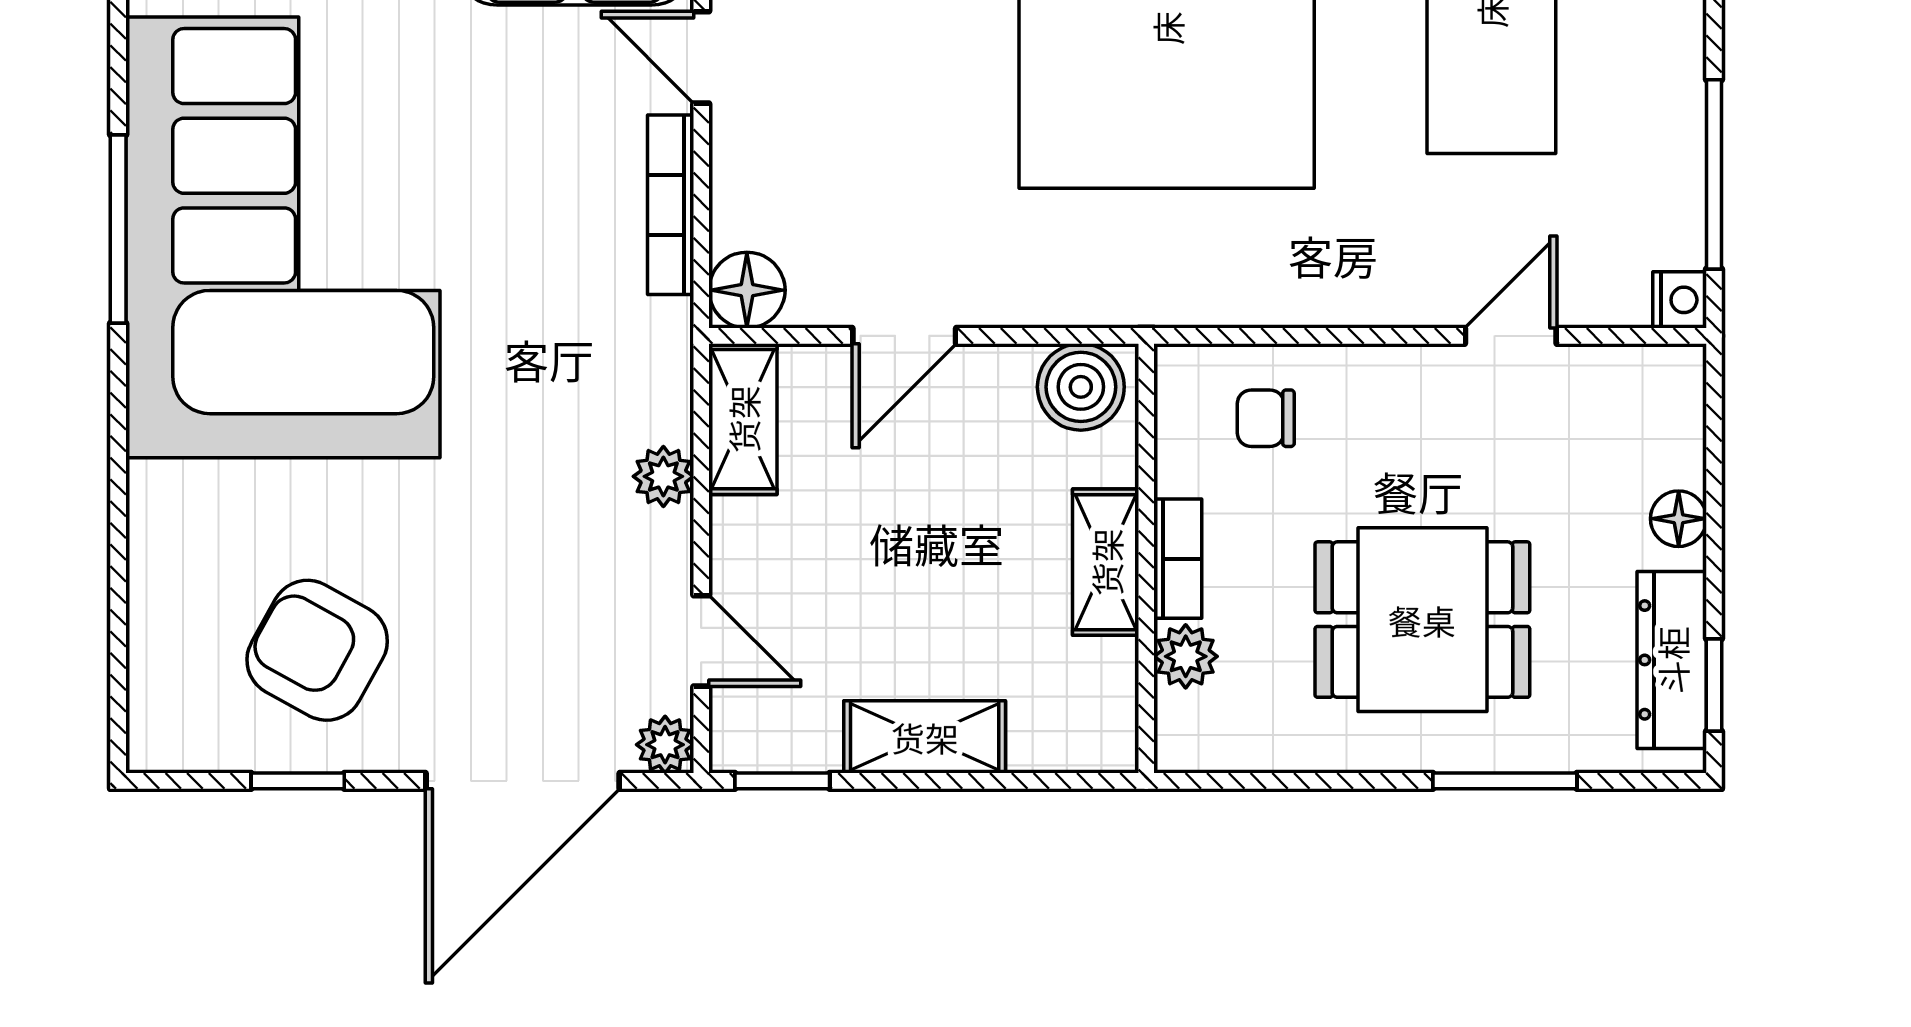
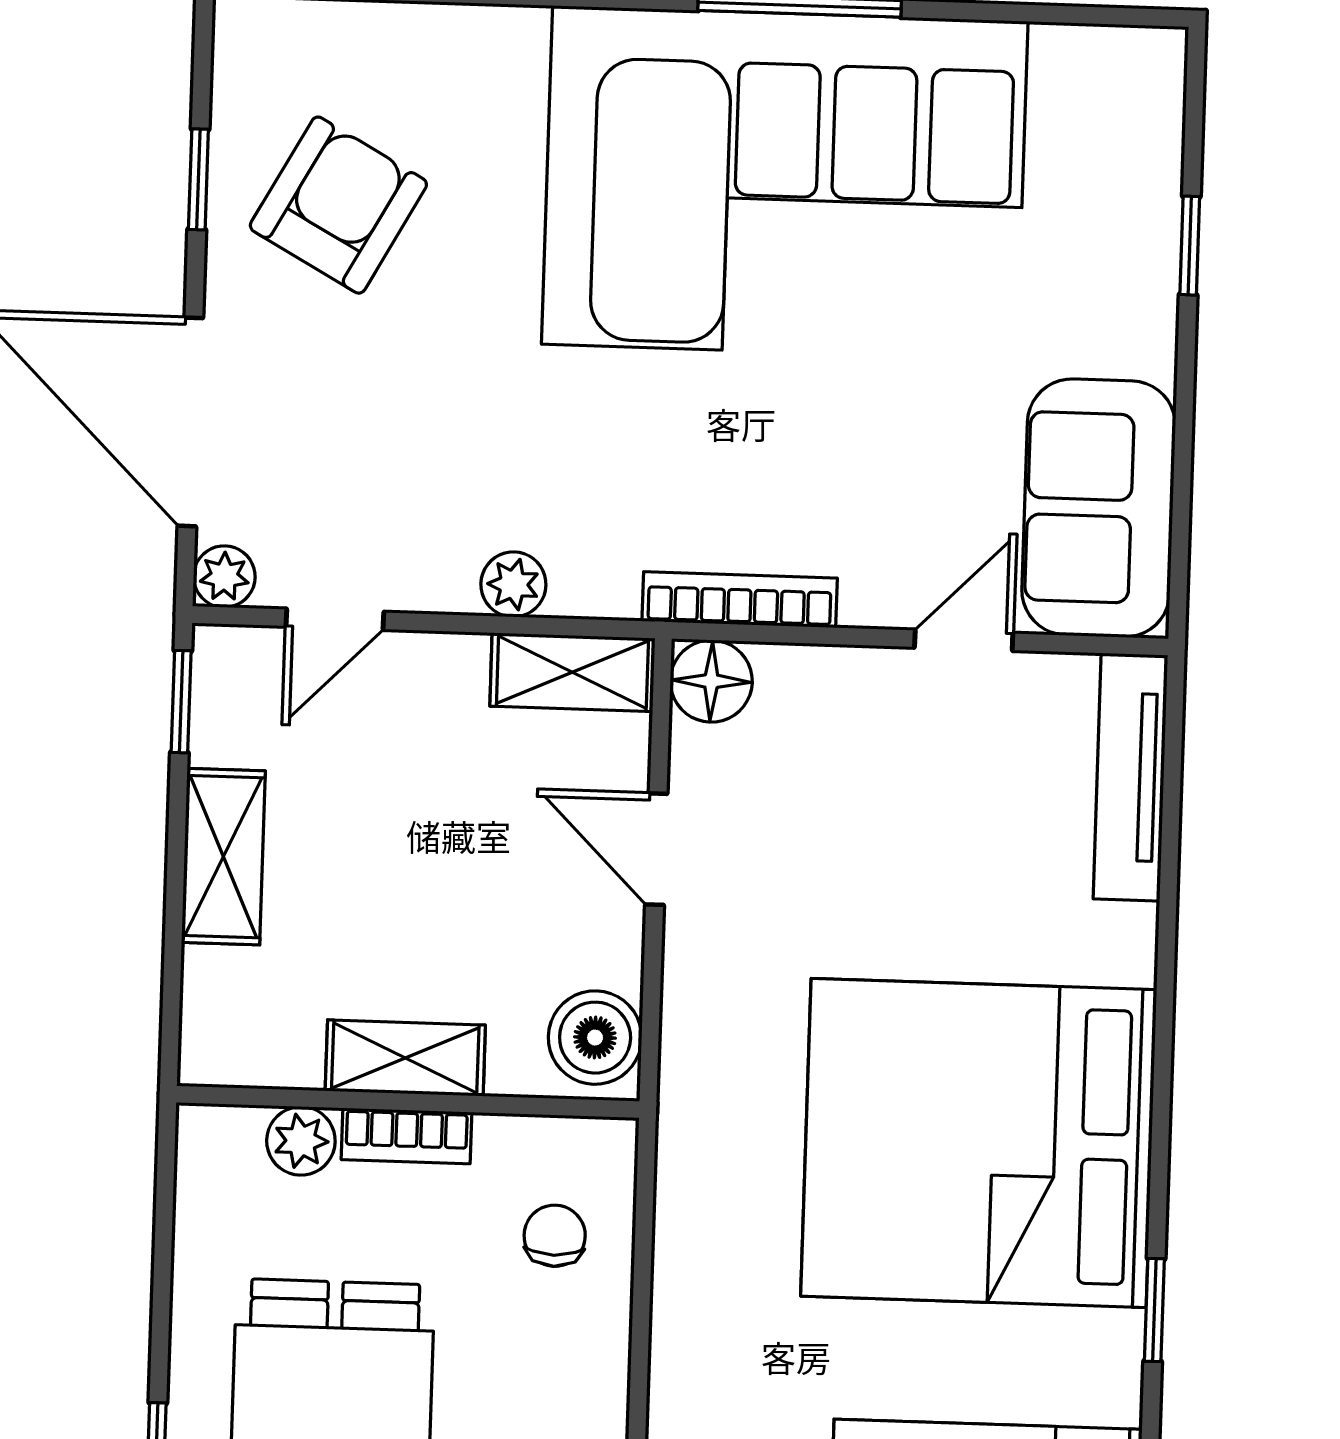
bookcase: (671, 205) -> (740, 600), moved

